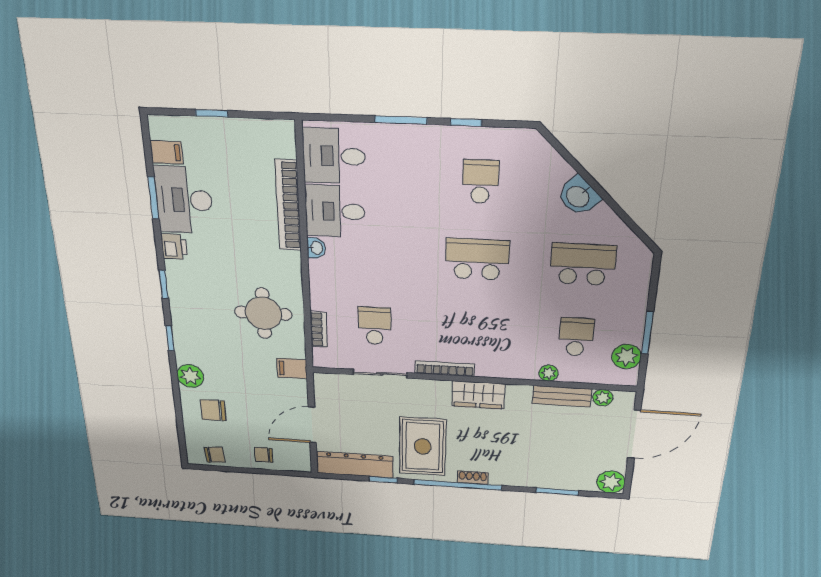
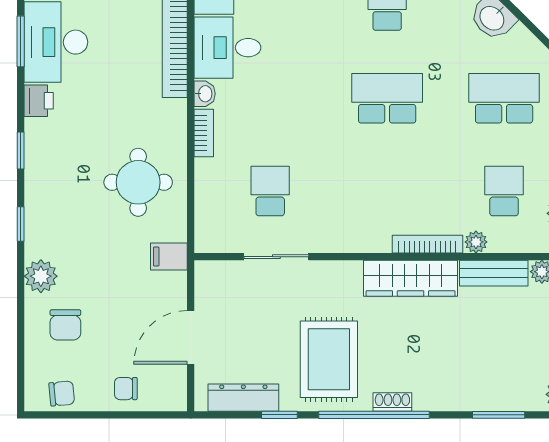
bookcase: (319, 329) -> (204, 133), moved
bookcase: (445, 369) -> (427, 244), moved
wardrobe: (478, 395) -> (411, 278), width x1.50
chair: (213, 410) -> (65, 325), turned -90
dresser: (355, 465) -> (243, 398), width x0.73, depth x0.80

